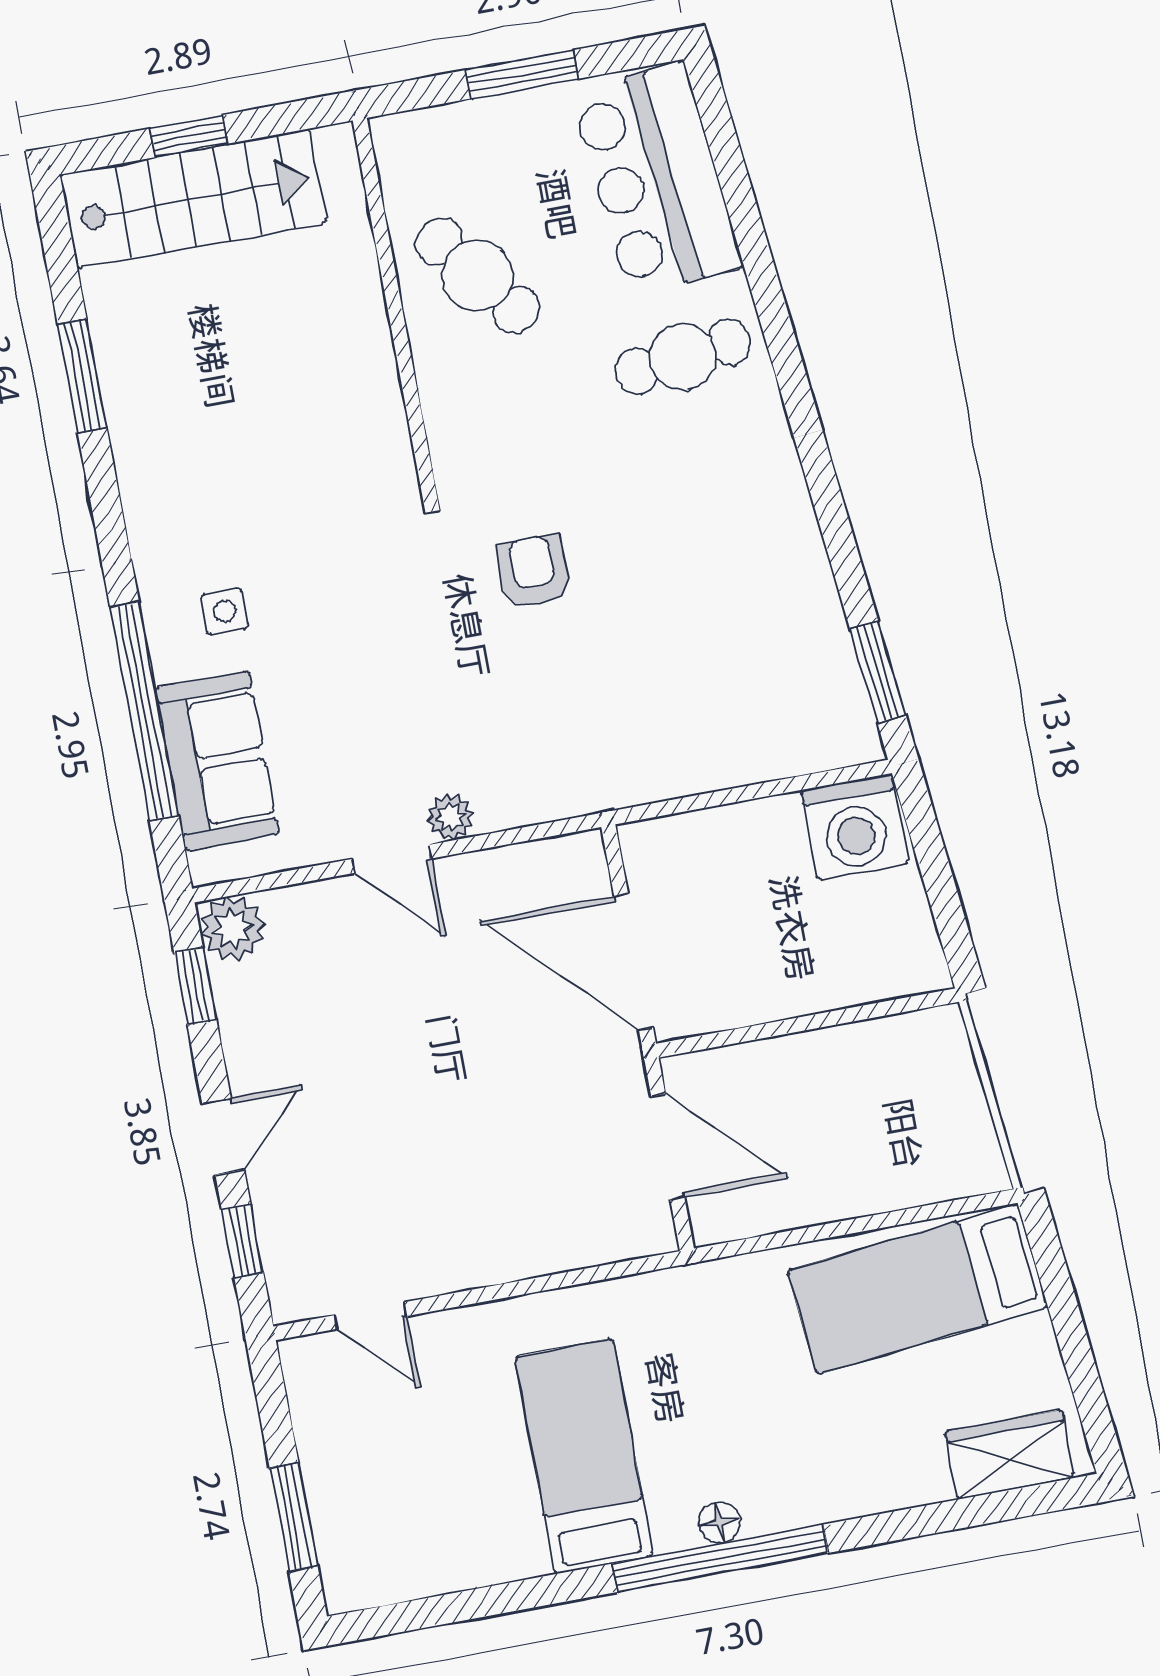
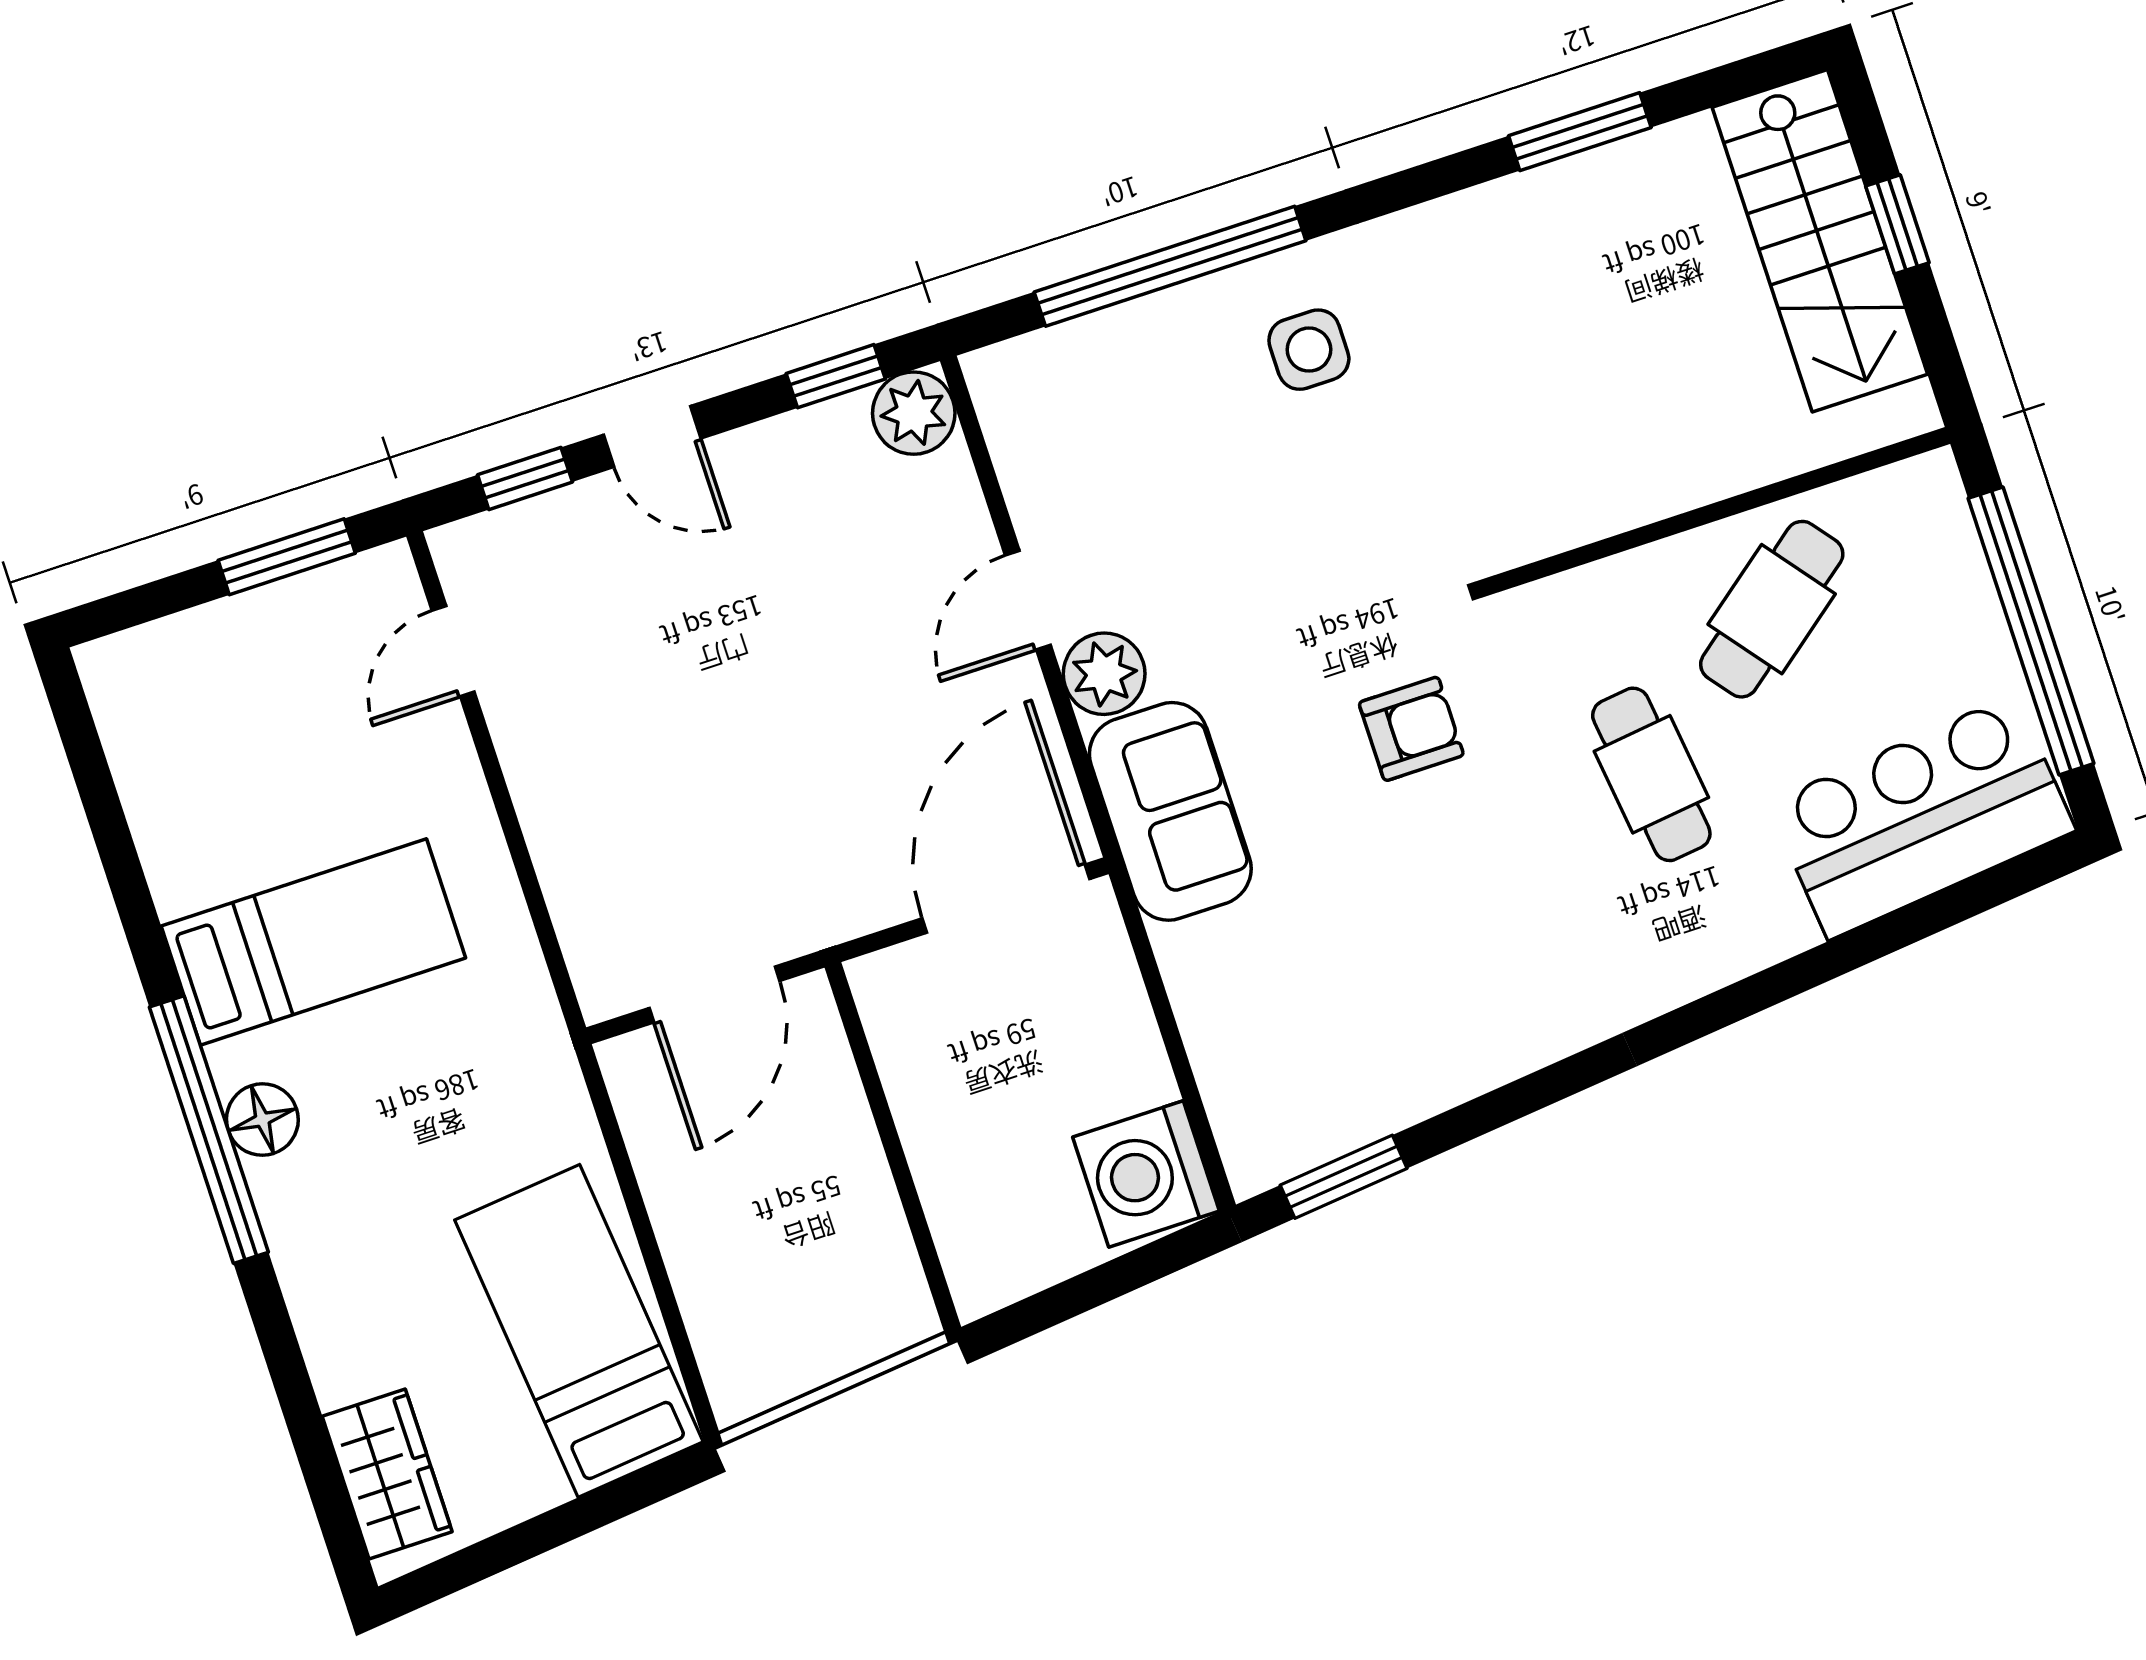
window: (522, 74) -> (2031, 631), width x2.11
cafe table: (683, 357) -> (1651, 774), moved
side table: (225, 611) -> (1309, 350), width x1.37, depth x1.37
sofa: (217, 761) -> (1170, 811), moved, turned -90
plant: (450, 817) -> (1104, 674), width x1.38, depth x1.38
door: (634, 962) -> (1006, 899), moved
window: (294, 1517) -> (287, 557), moved
floor lamp: (719, 1523) -> (262, 1120), width x1.37, depth x1.37

